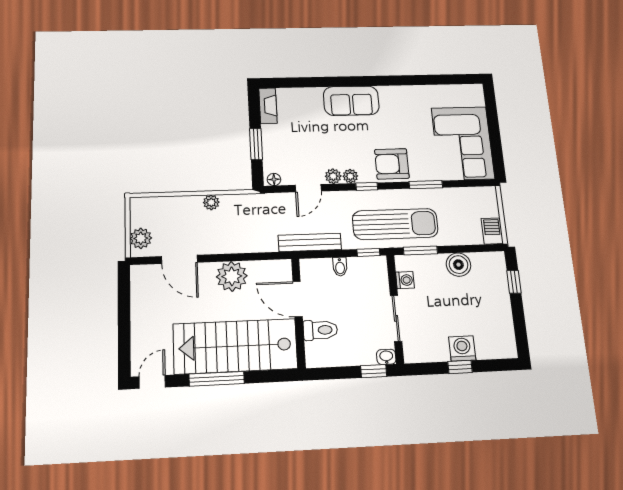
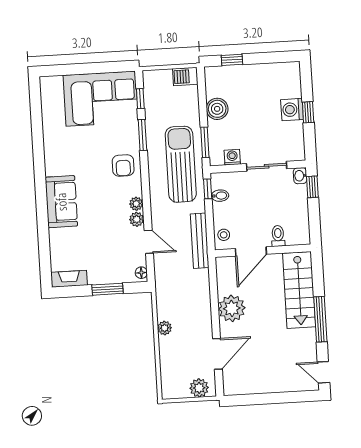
armchair: (392, 164) -> (123, 165), width x0.72, depth x0.72
window: (367, 186) -> (140, 99), moved
bidet: (340, 267) -> (220, 196), moved
stool: (317, 269) -> (224, 235), added
toilet: (320, 330) -> (278, 236), width x0.73, depth x0.72
stairs: (235, 346) -> (299, 290), width x0.73, depth x0.66

